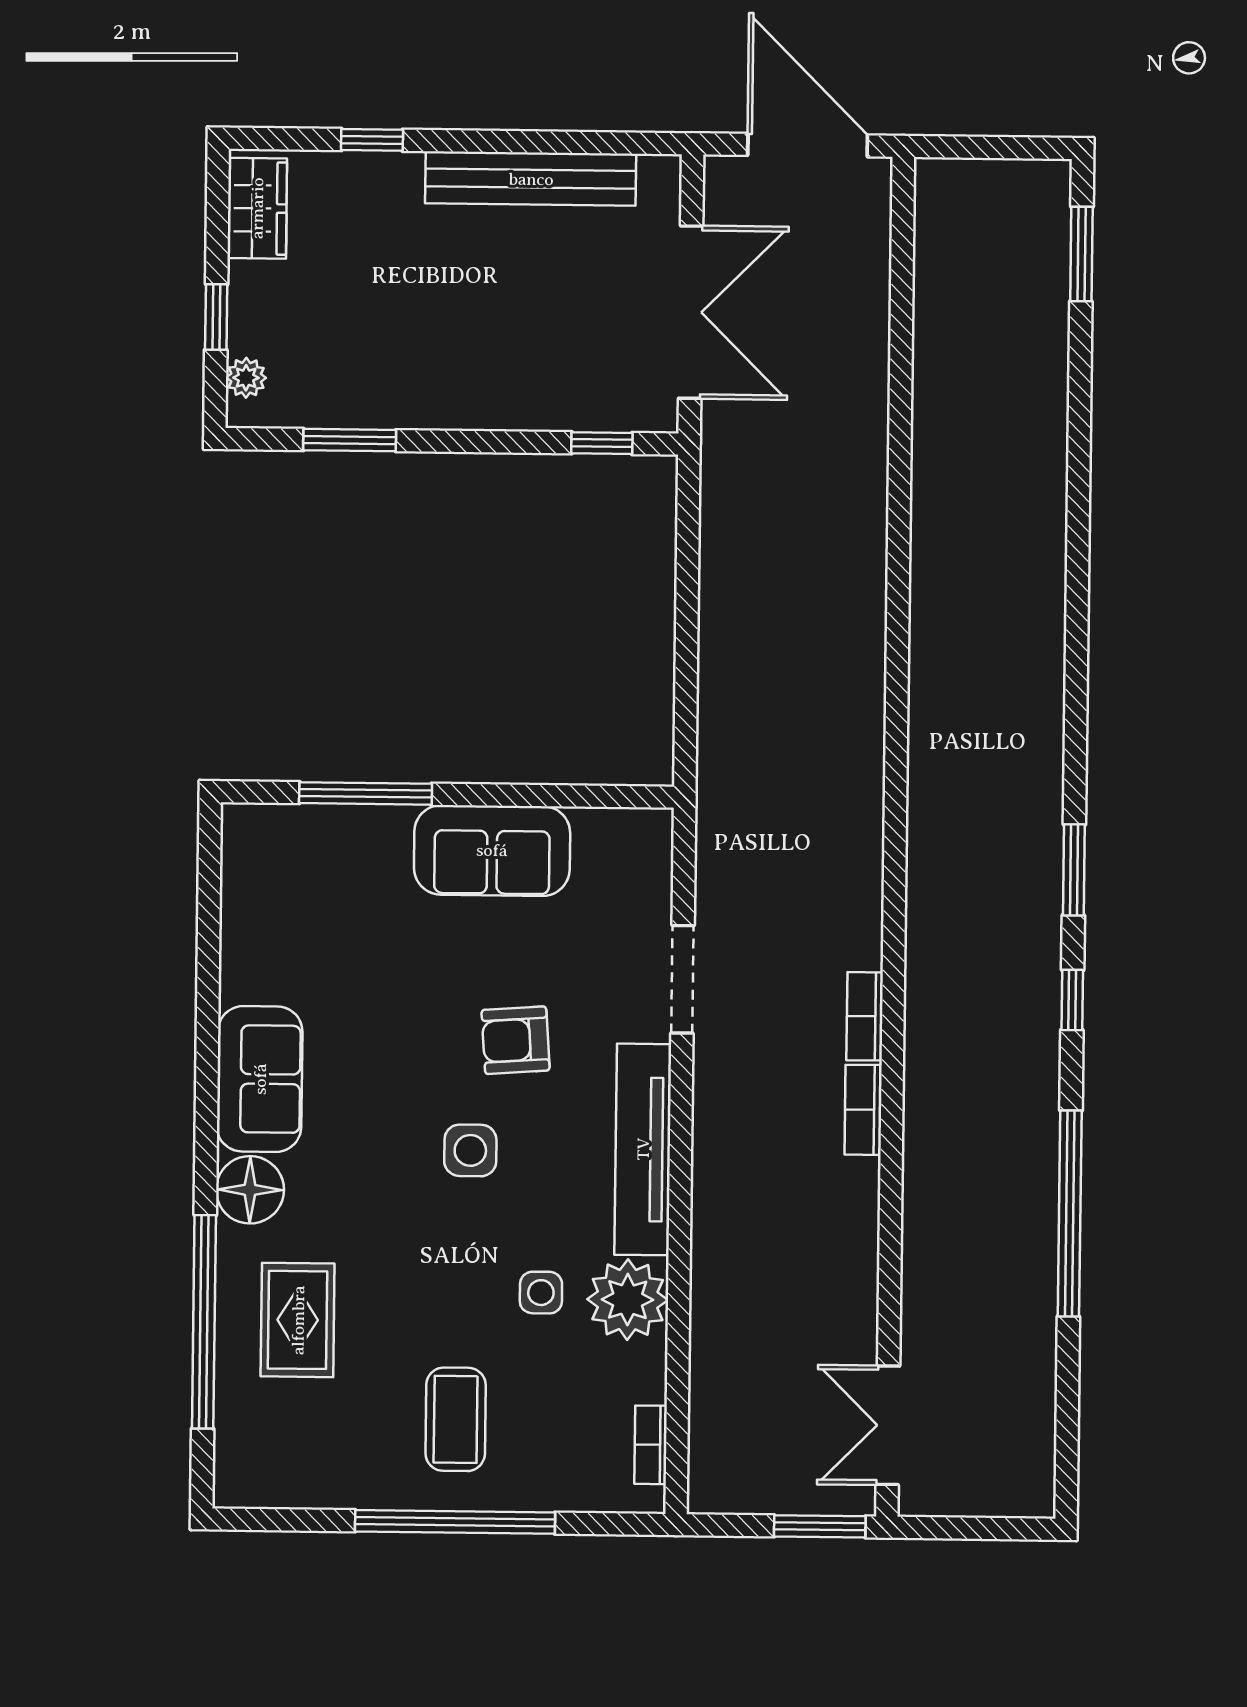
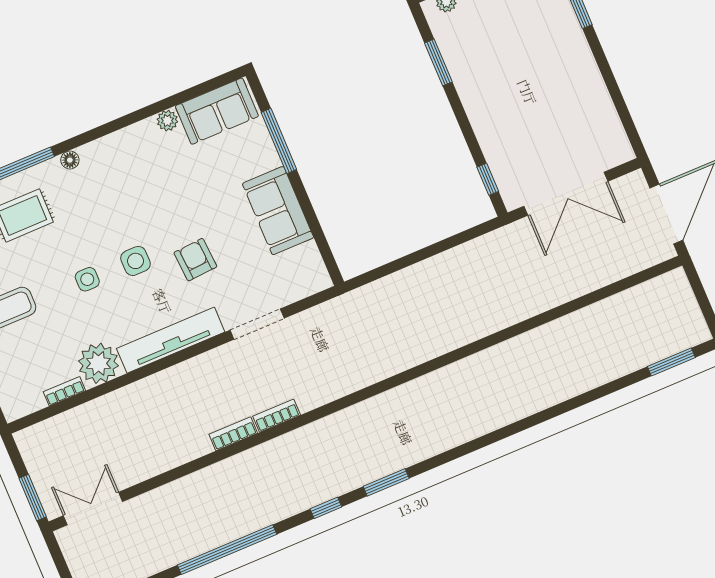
bench: (531, 179) -> (595, 93), removed
plant: (240, 981) -> (167, 121), added
sofa: (260, 1079) -> (217, 111), moved
floor lamp: (250, 1190) -> (70, 160), width x0.53, depth x0.53
side table: (541, 1293) -> (87, 279), moved
bookcase: (651, 1445) -> (64, 391), moved

